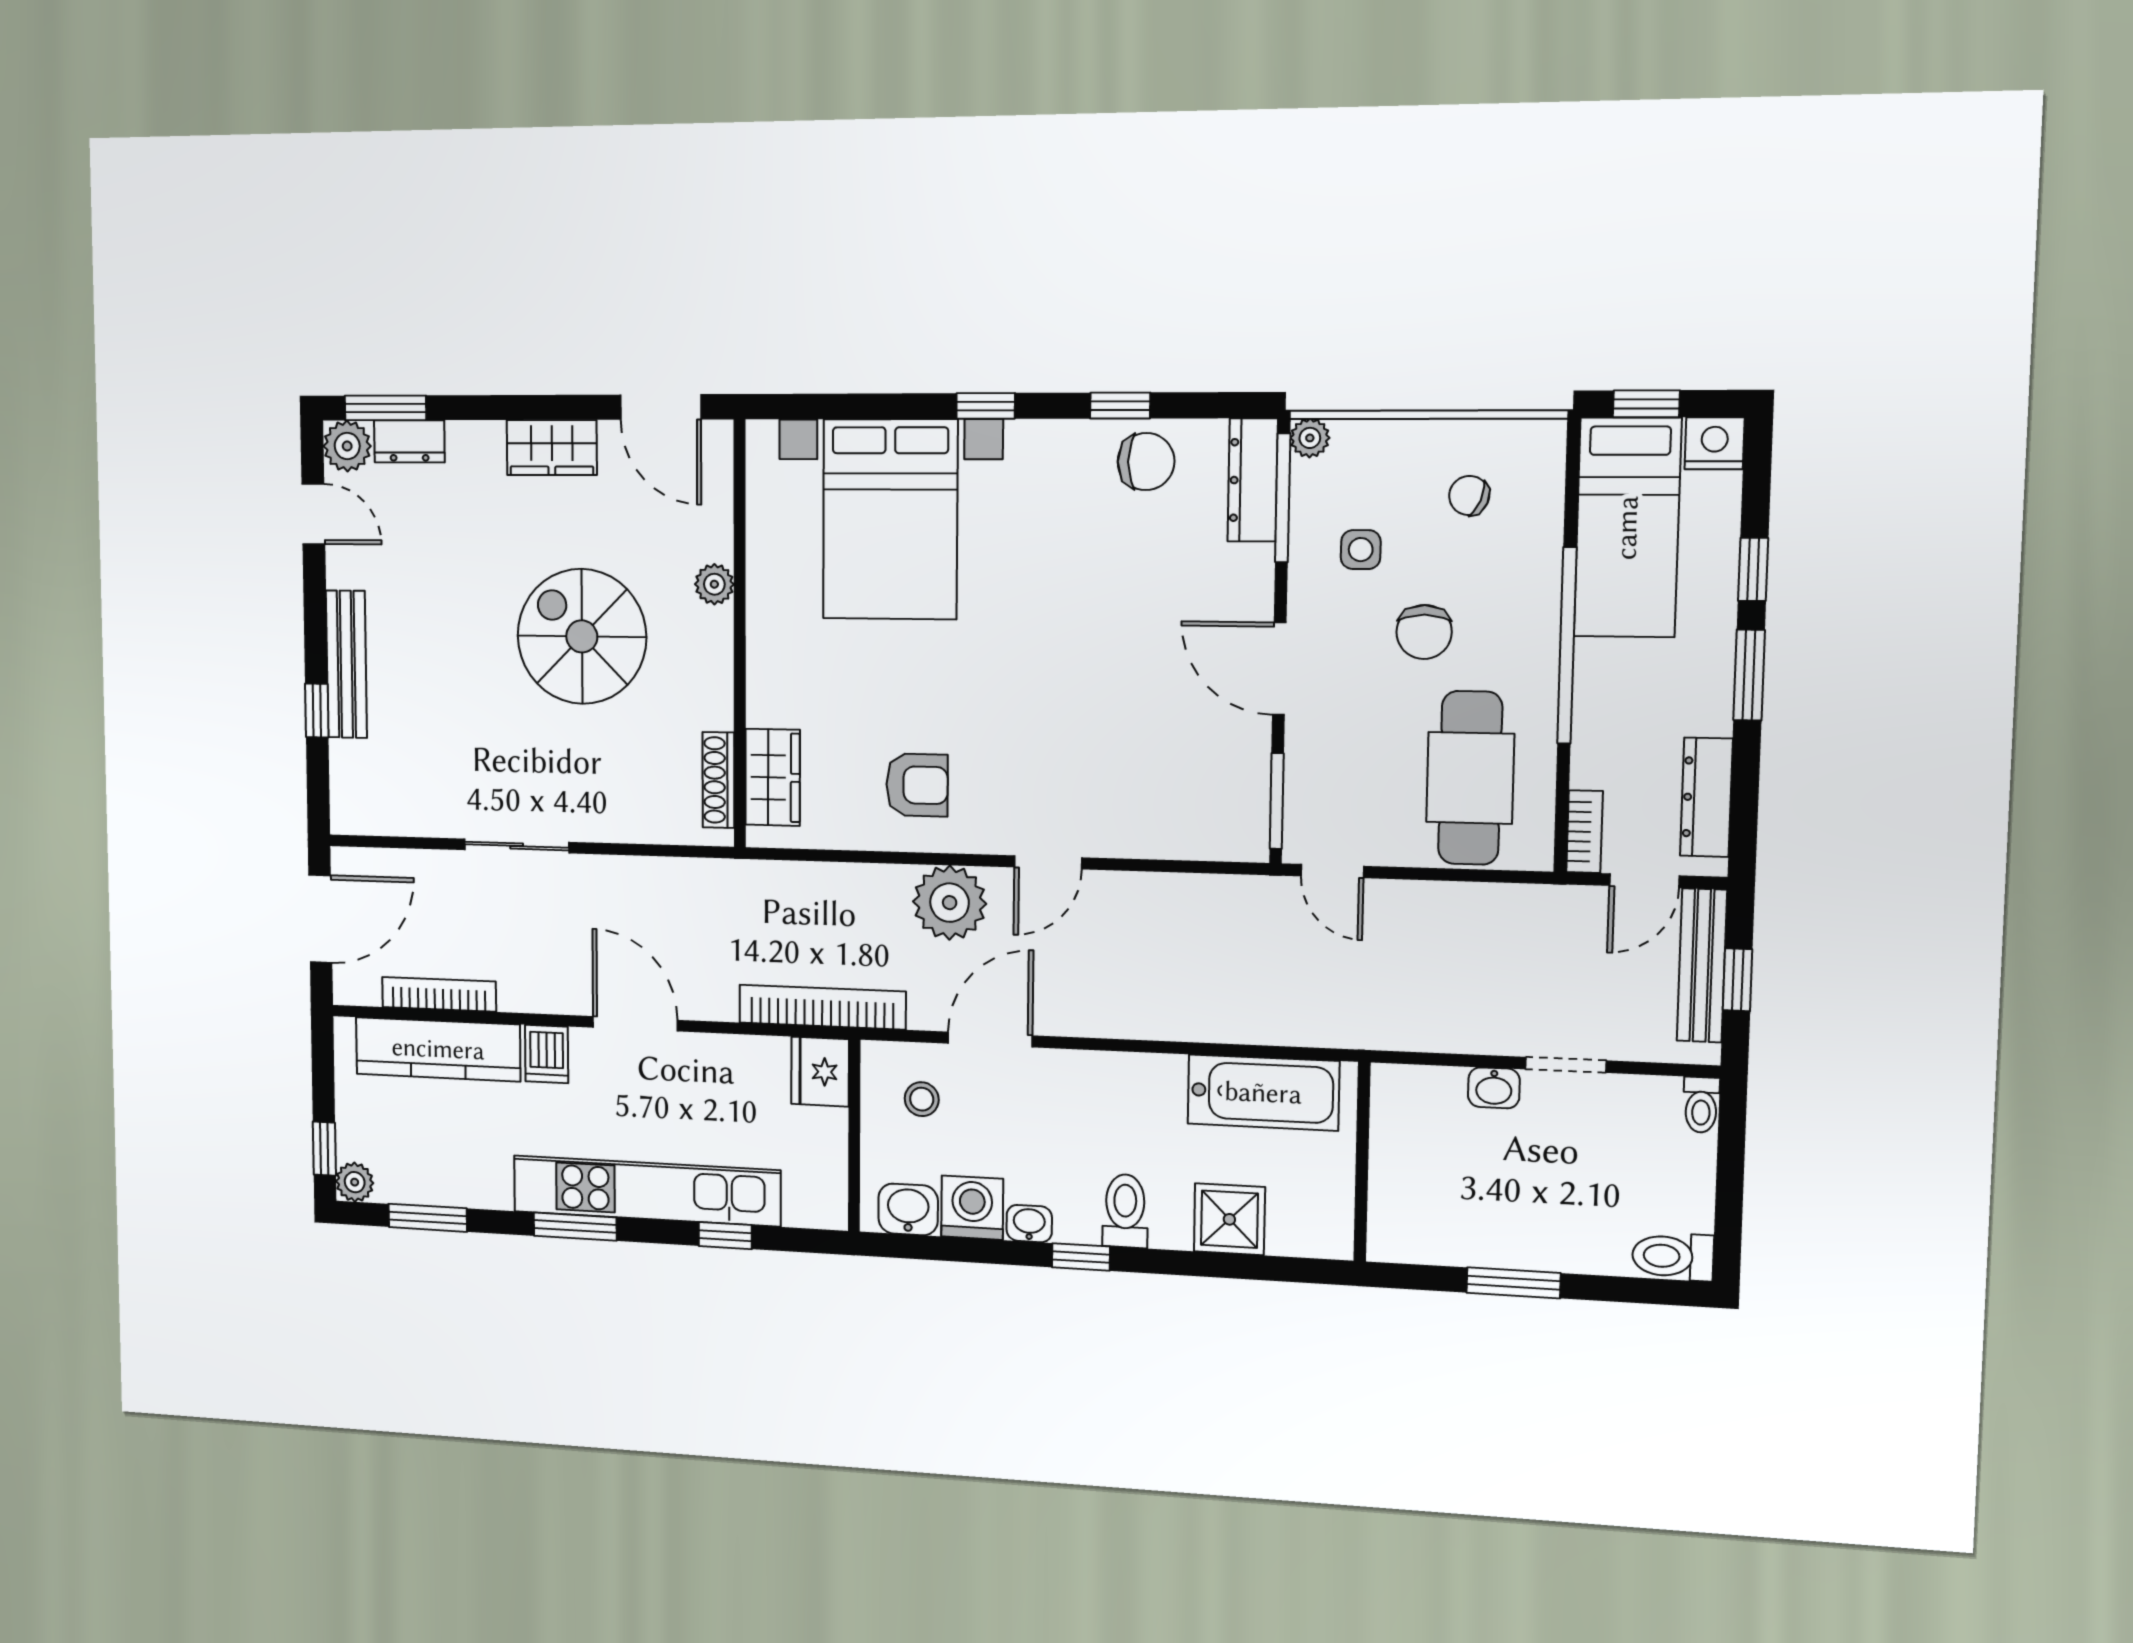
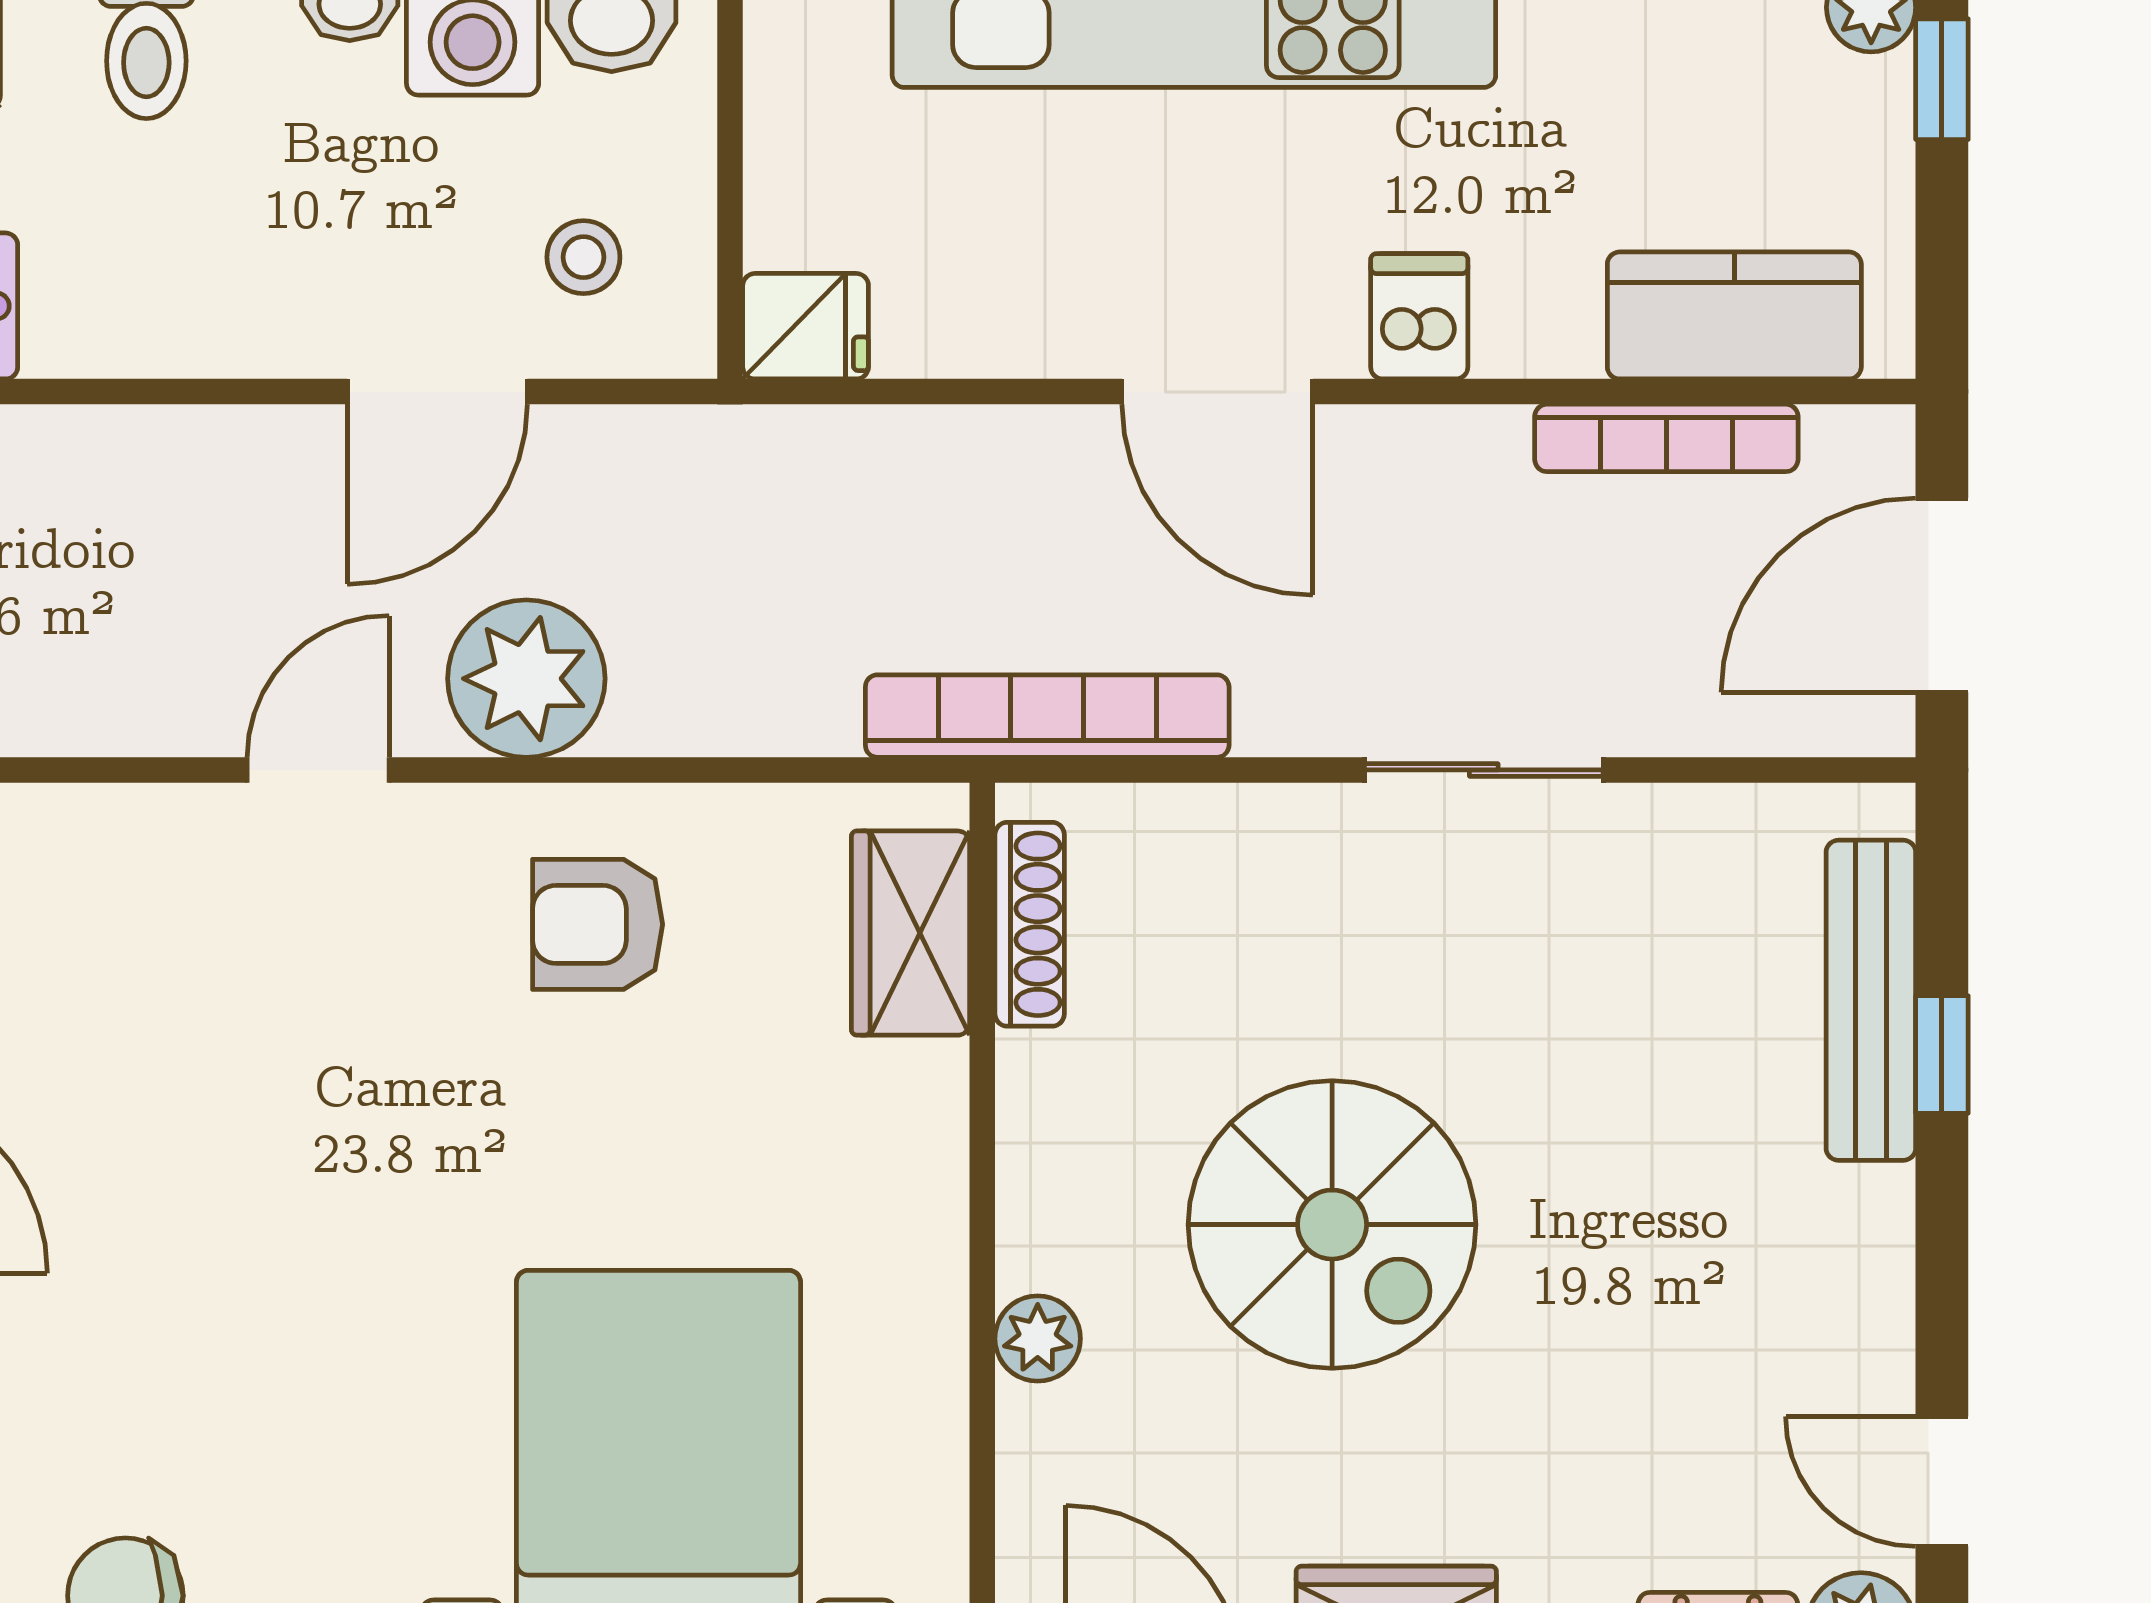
bench: (346, 664) -> (1871, 1000), moved
bookcase: (822, 1007) -> (1047, 716), moved, turned 180
kitchen counter: (438, 1049) -> (1734, 315), width x0.67
fridge: (820, 1072) -> (806, 326), width x0.72

